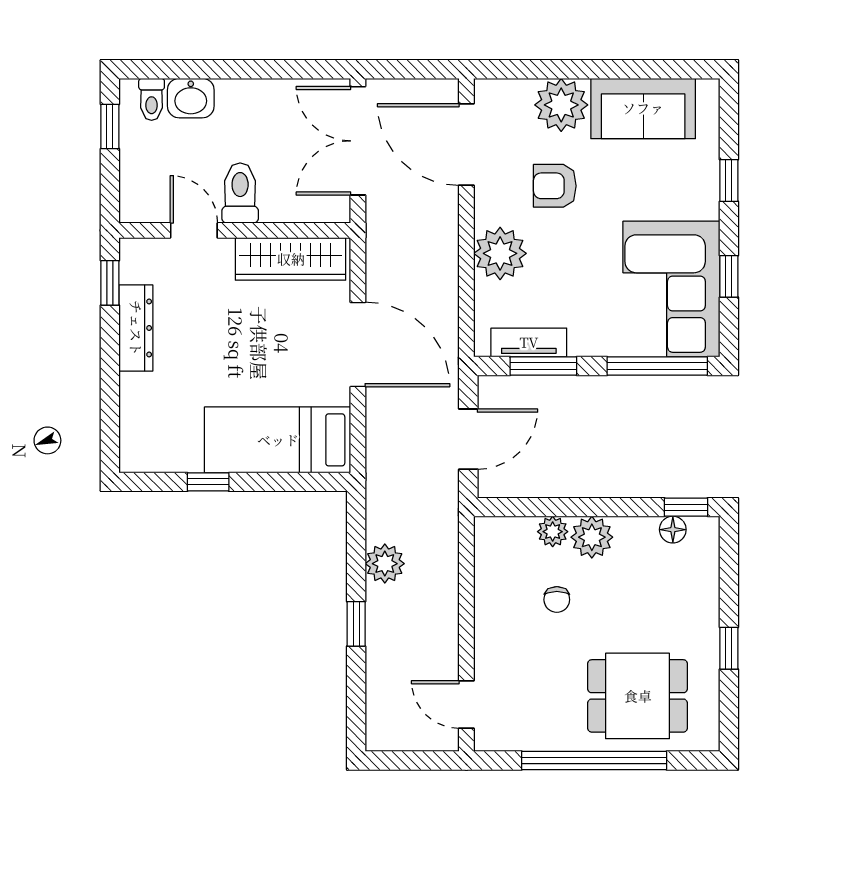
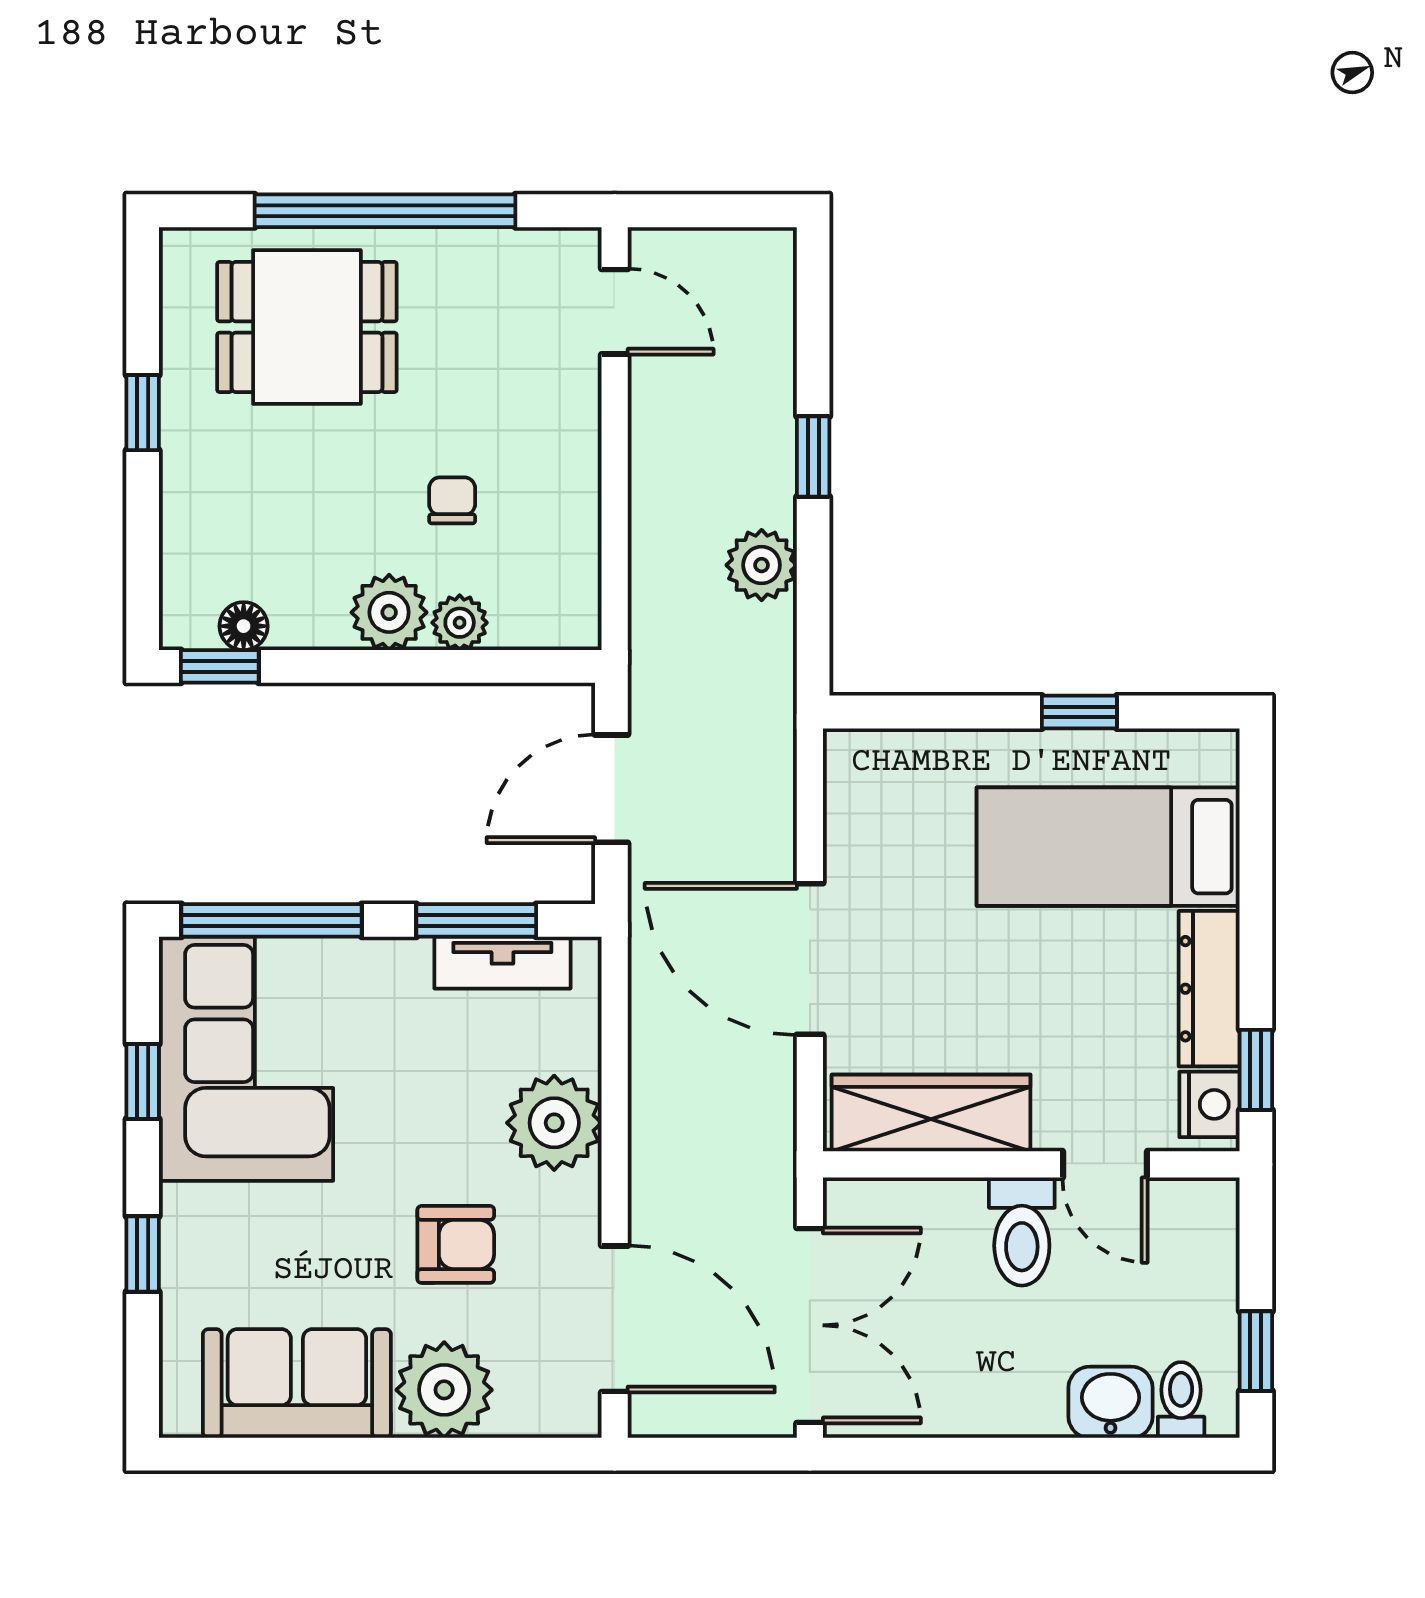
nightstand: (136, 264) -> (1209, 1104), added
bed: (278, 440) -> (1108, 847), moved, turned 180

